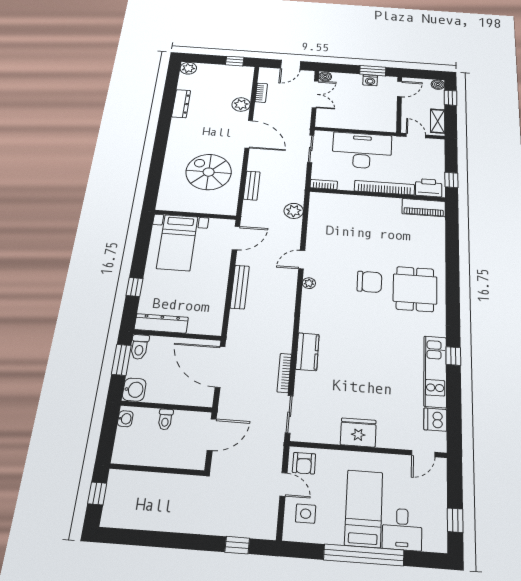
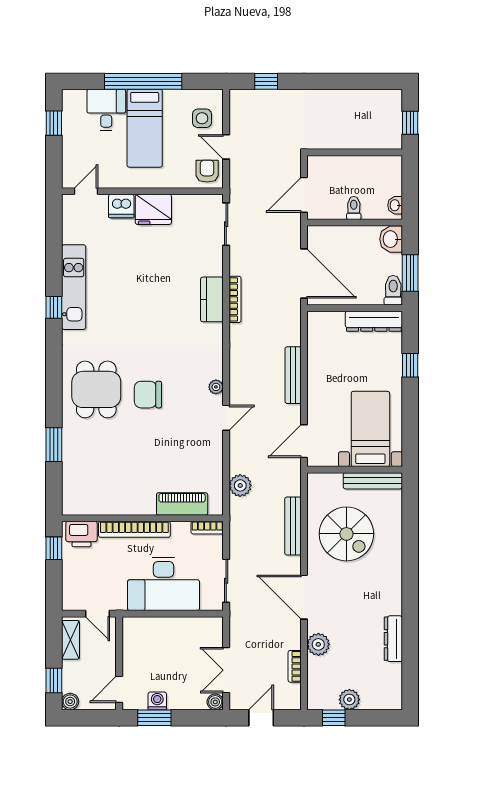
plant: (188, 68) -> (349, 700), moved
bench: (252, 186) -> (293, 526), width x1.36
bench: (181, 206) -> (373, 481), added
piano: (424, 208) -> (182, 504), moved
window: (452, 251) -> (54, 445), added
bookcase: (284, 373) -> (235, 299), moved
dishwasher: (435, 420) -> (121, 206), moved, turned 90

